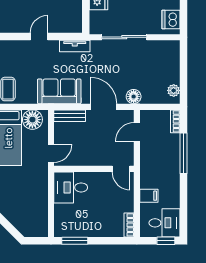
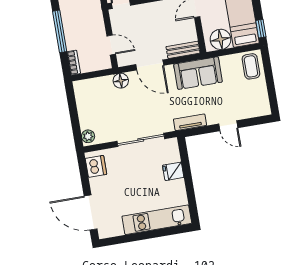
door: (39, 36) -> (228, 126), hinge flipped
plant: (174, 90) -> (88, 136), moved
door: (137, 132) -> (111, 45), hinge flipped

